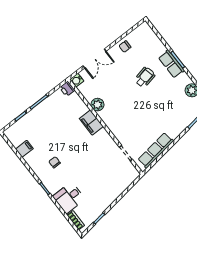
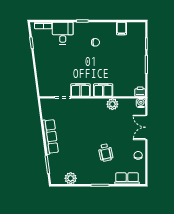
row of seats: (171, 64) -> (127, 178), moved
filing cabinet: (107, 143) -> (81, 90), added
row of seats: (156, 150) -> (50, 137), moved

